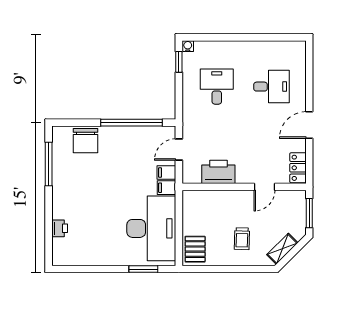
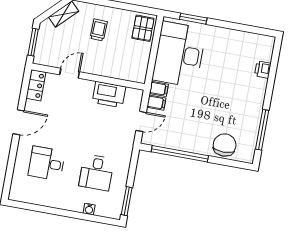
water cooler: (188, 46) -> (89, 209), moved
window: (179, 62) -> (127, 201), width x1.50

